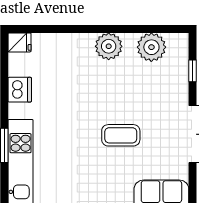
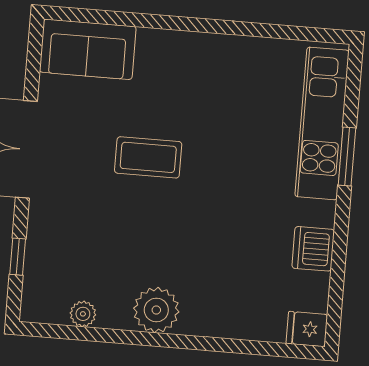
plant: (151, 47) -> (83, 314), width x0.53, depth x0.53

